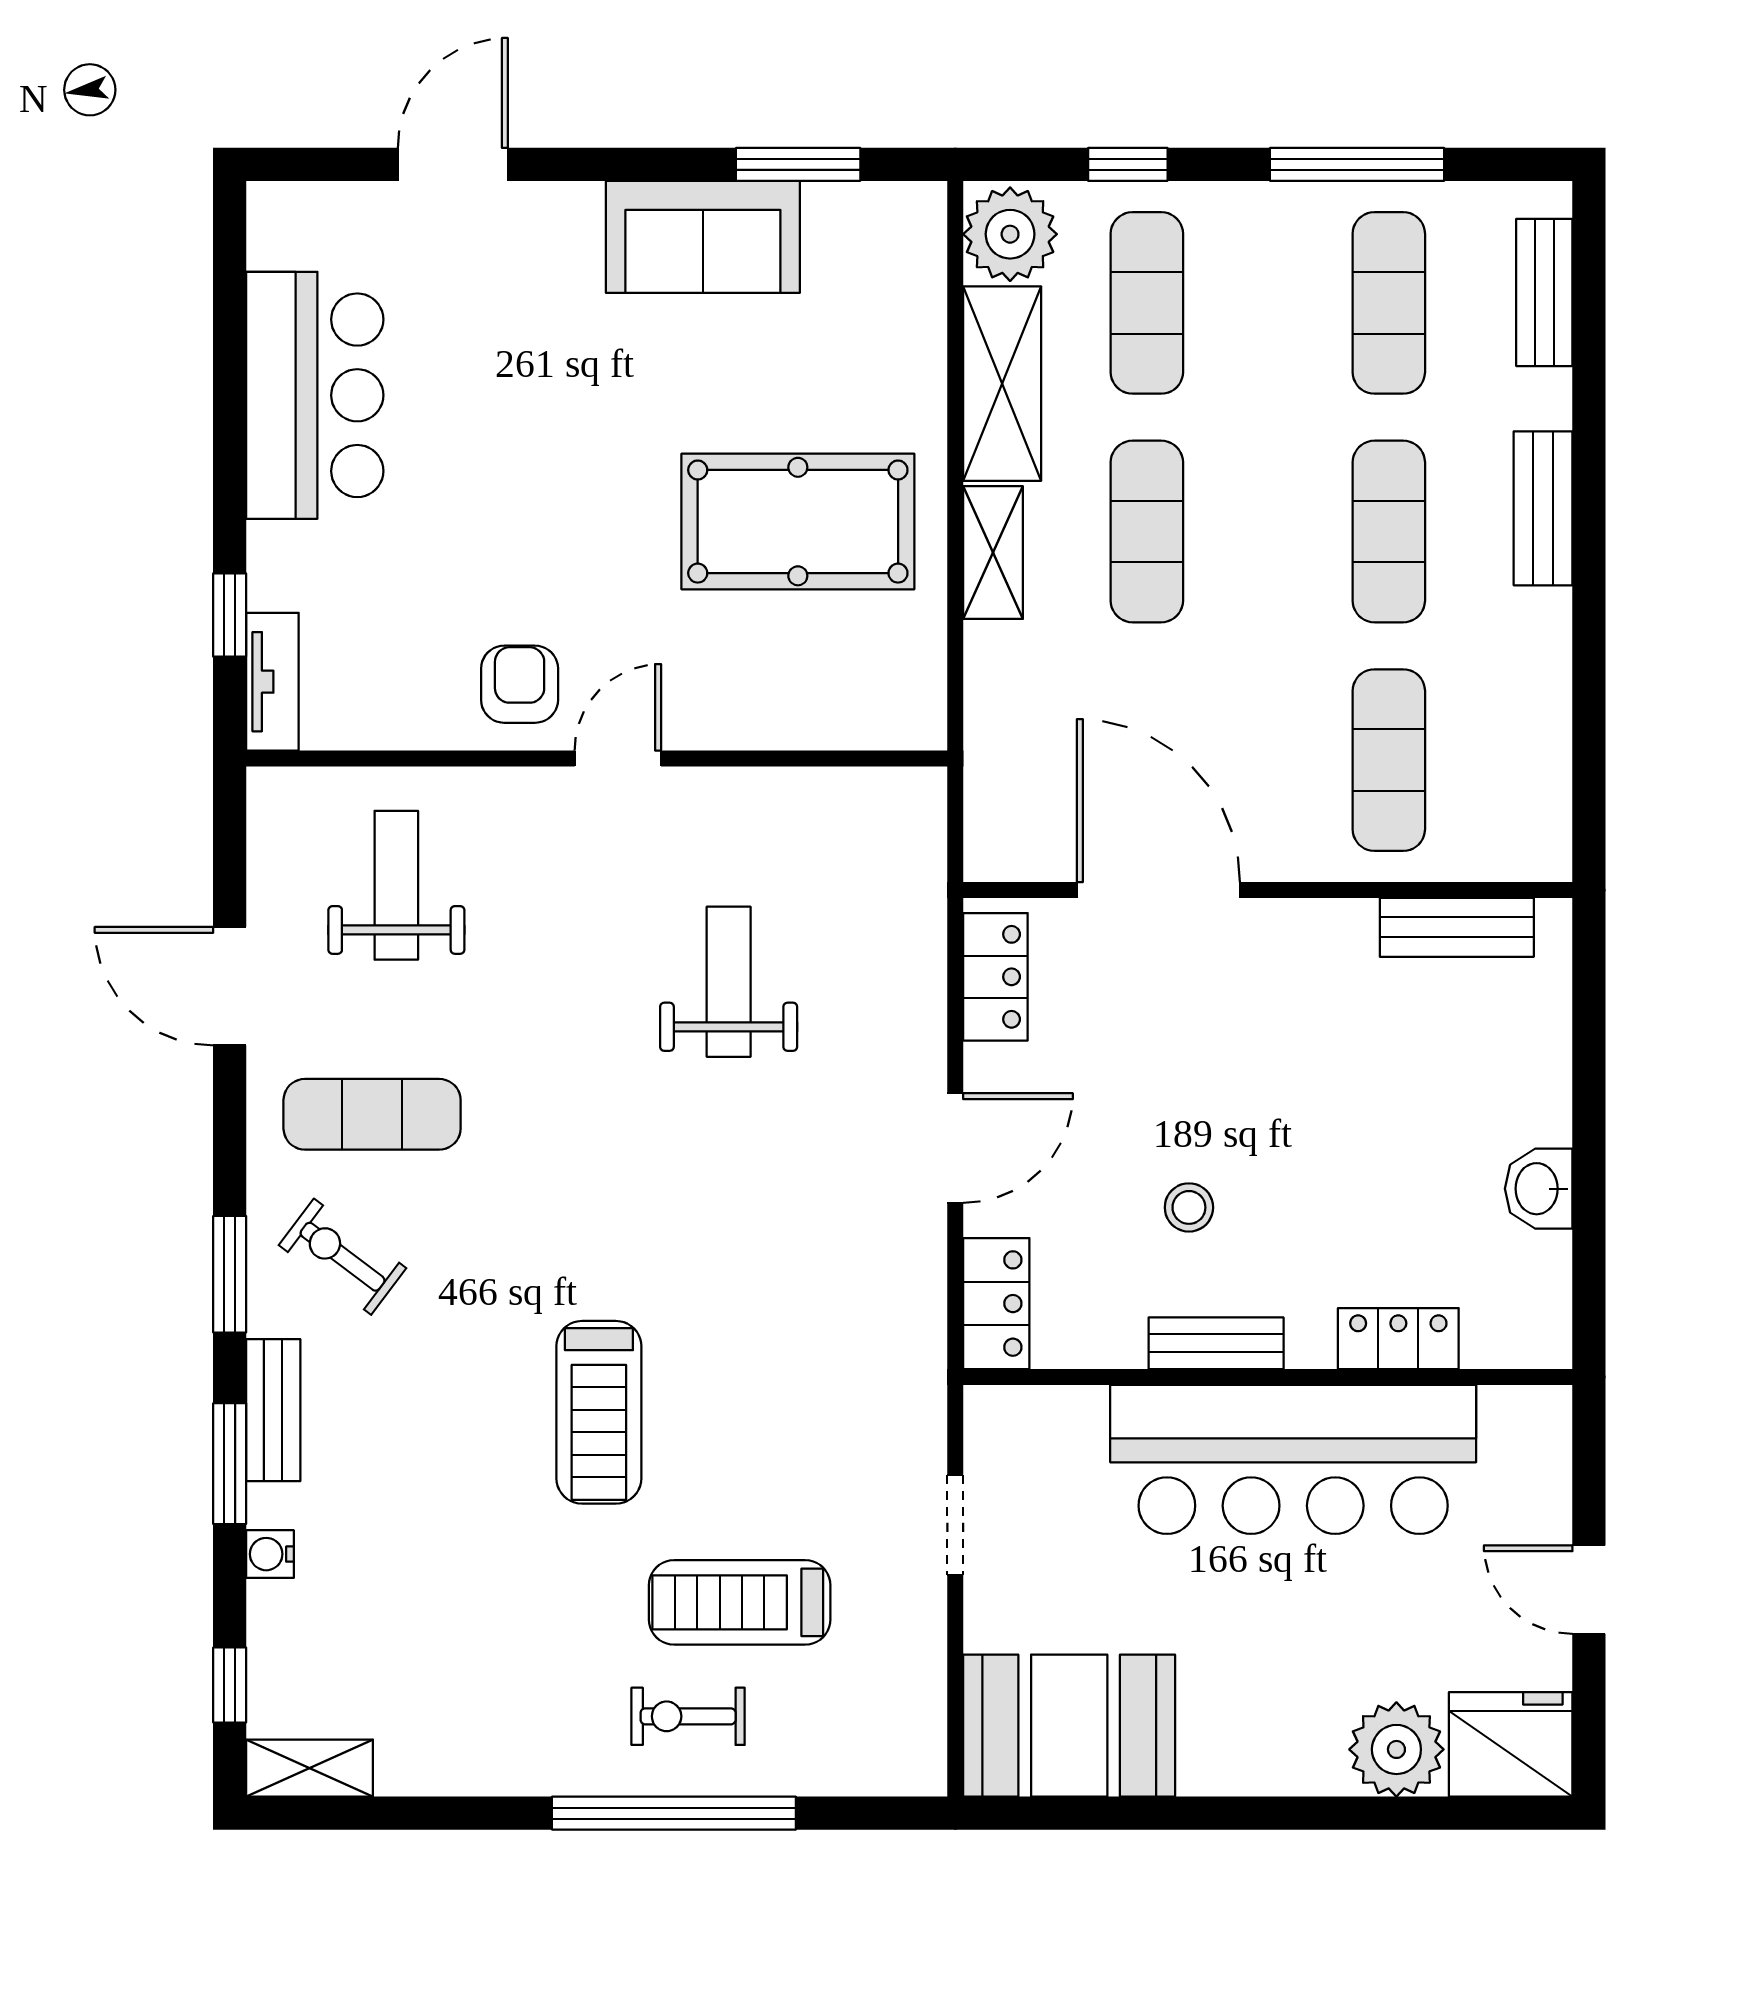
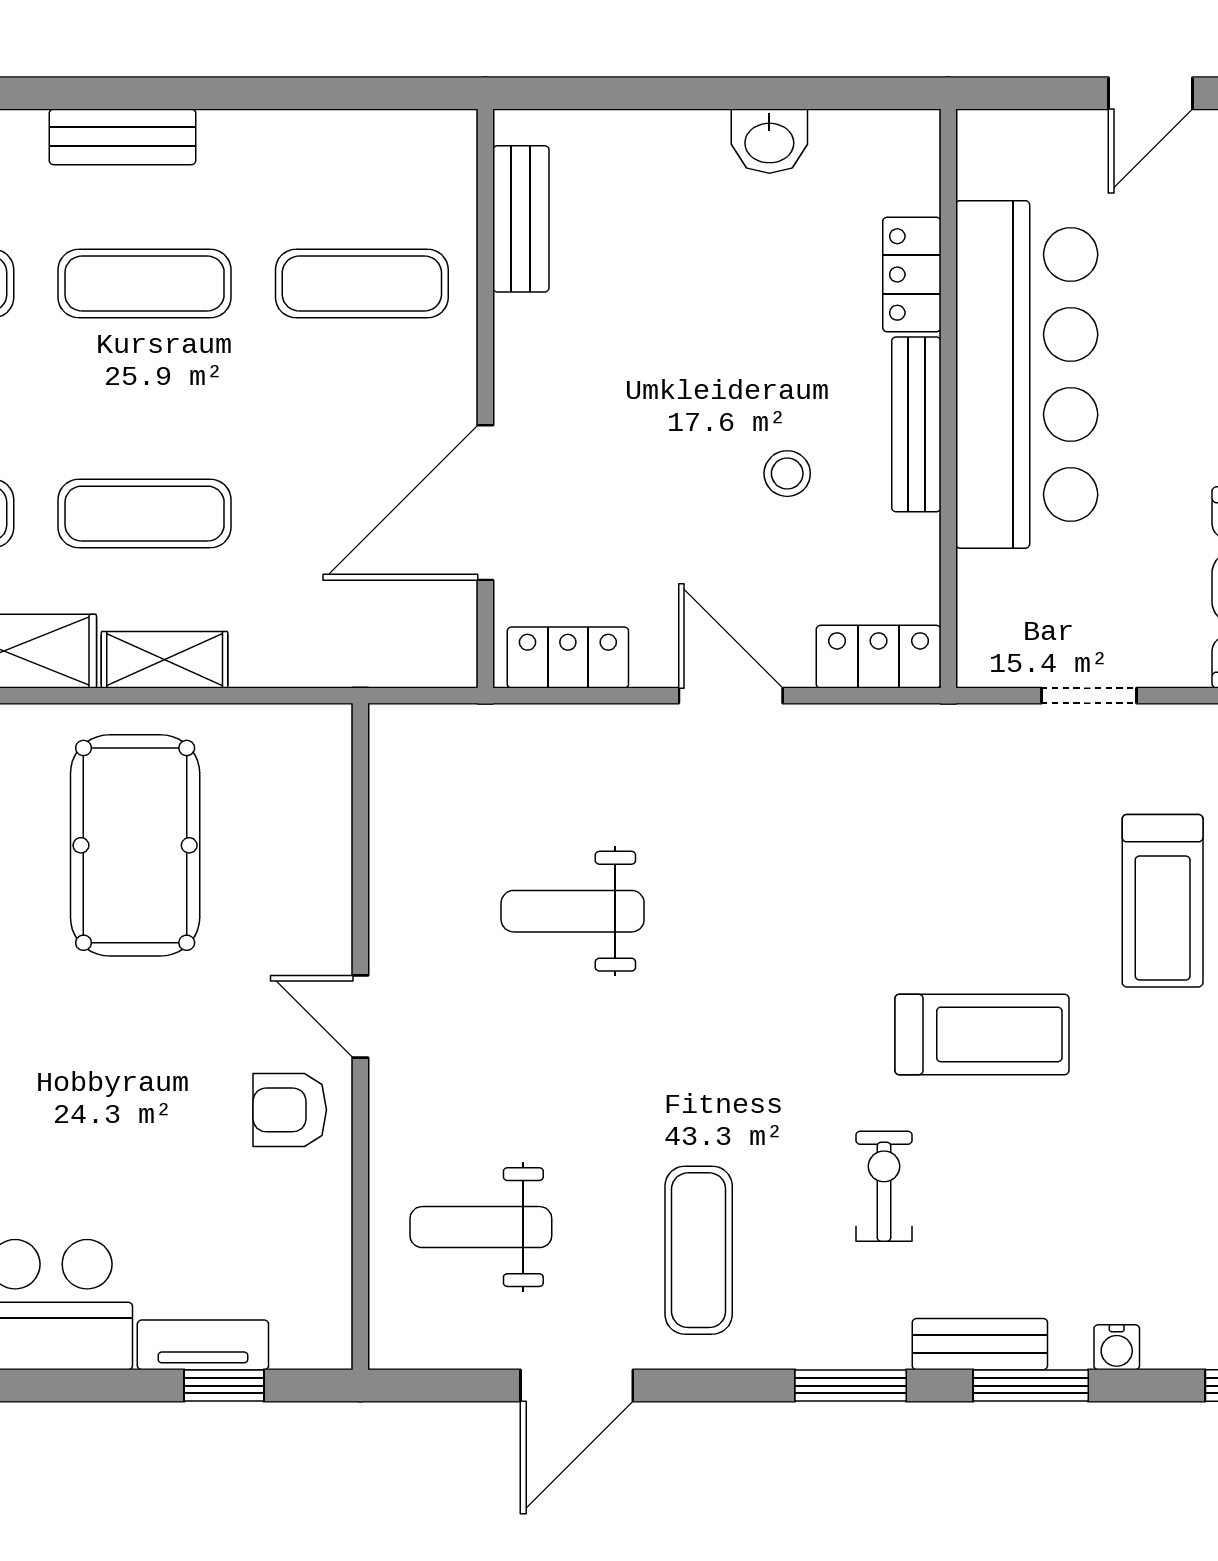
tv unit: (272, 682) -> (203, 1345), moved
exercise bike: (343, 1257) -> (884, 1186), moved, turned 143
bench: (1216, 1343) -> (916, 424), width x1.36

